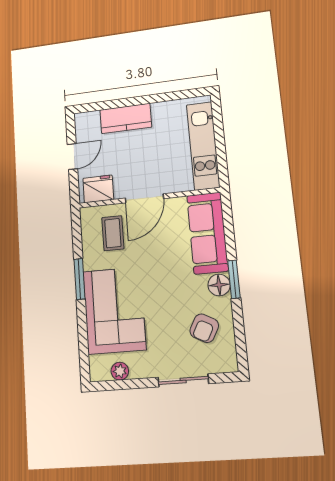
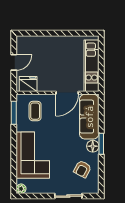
kitchen counter: (126, 118) -> (48, 43), removed
door: (144, 198) -> (67, 93), moved
window: (79, 279) -> (14, 113), moved
plant: (120, 371) -> (21, 189), moved

